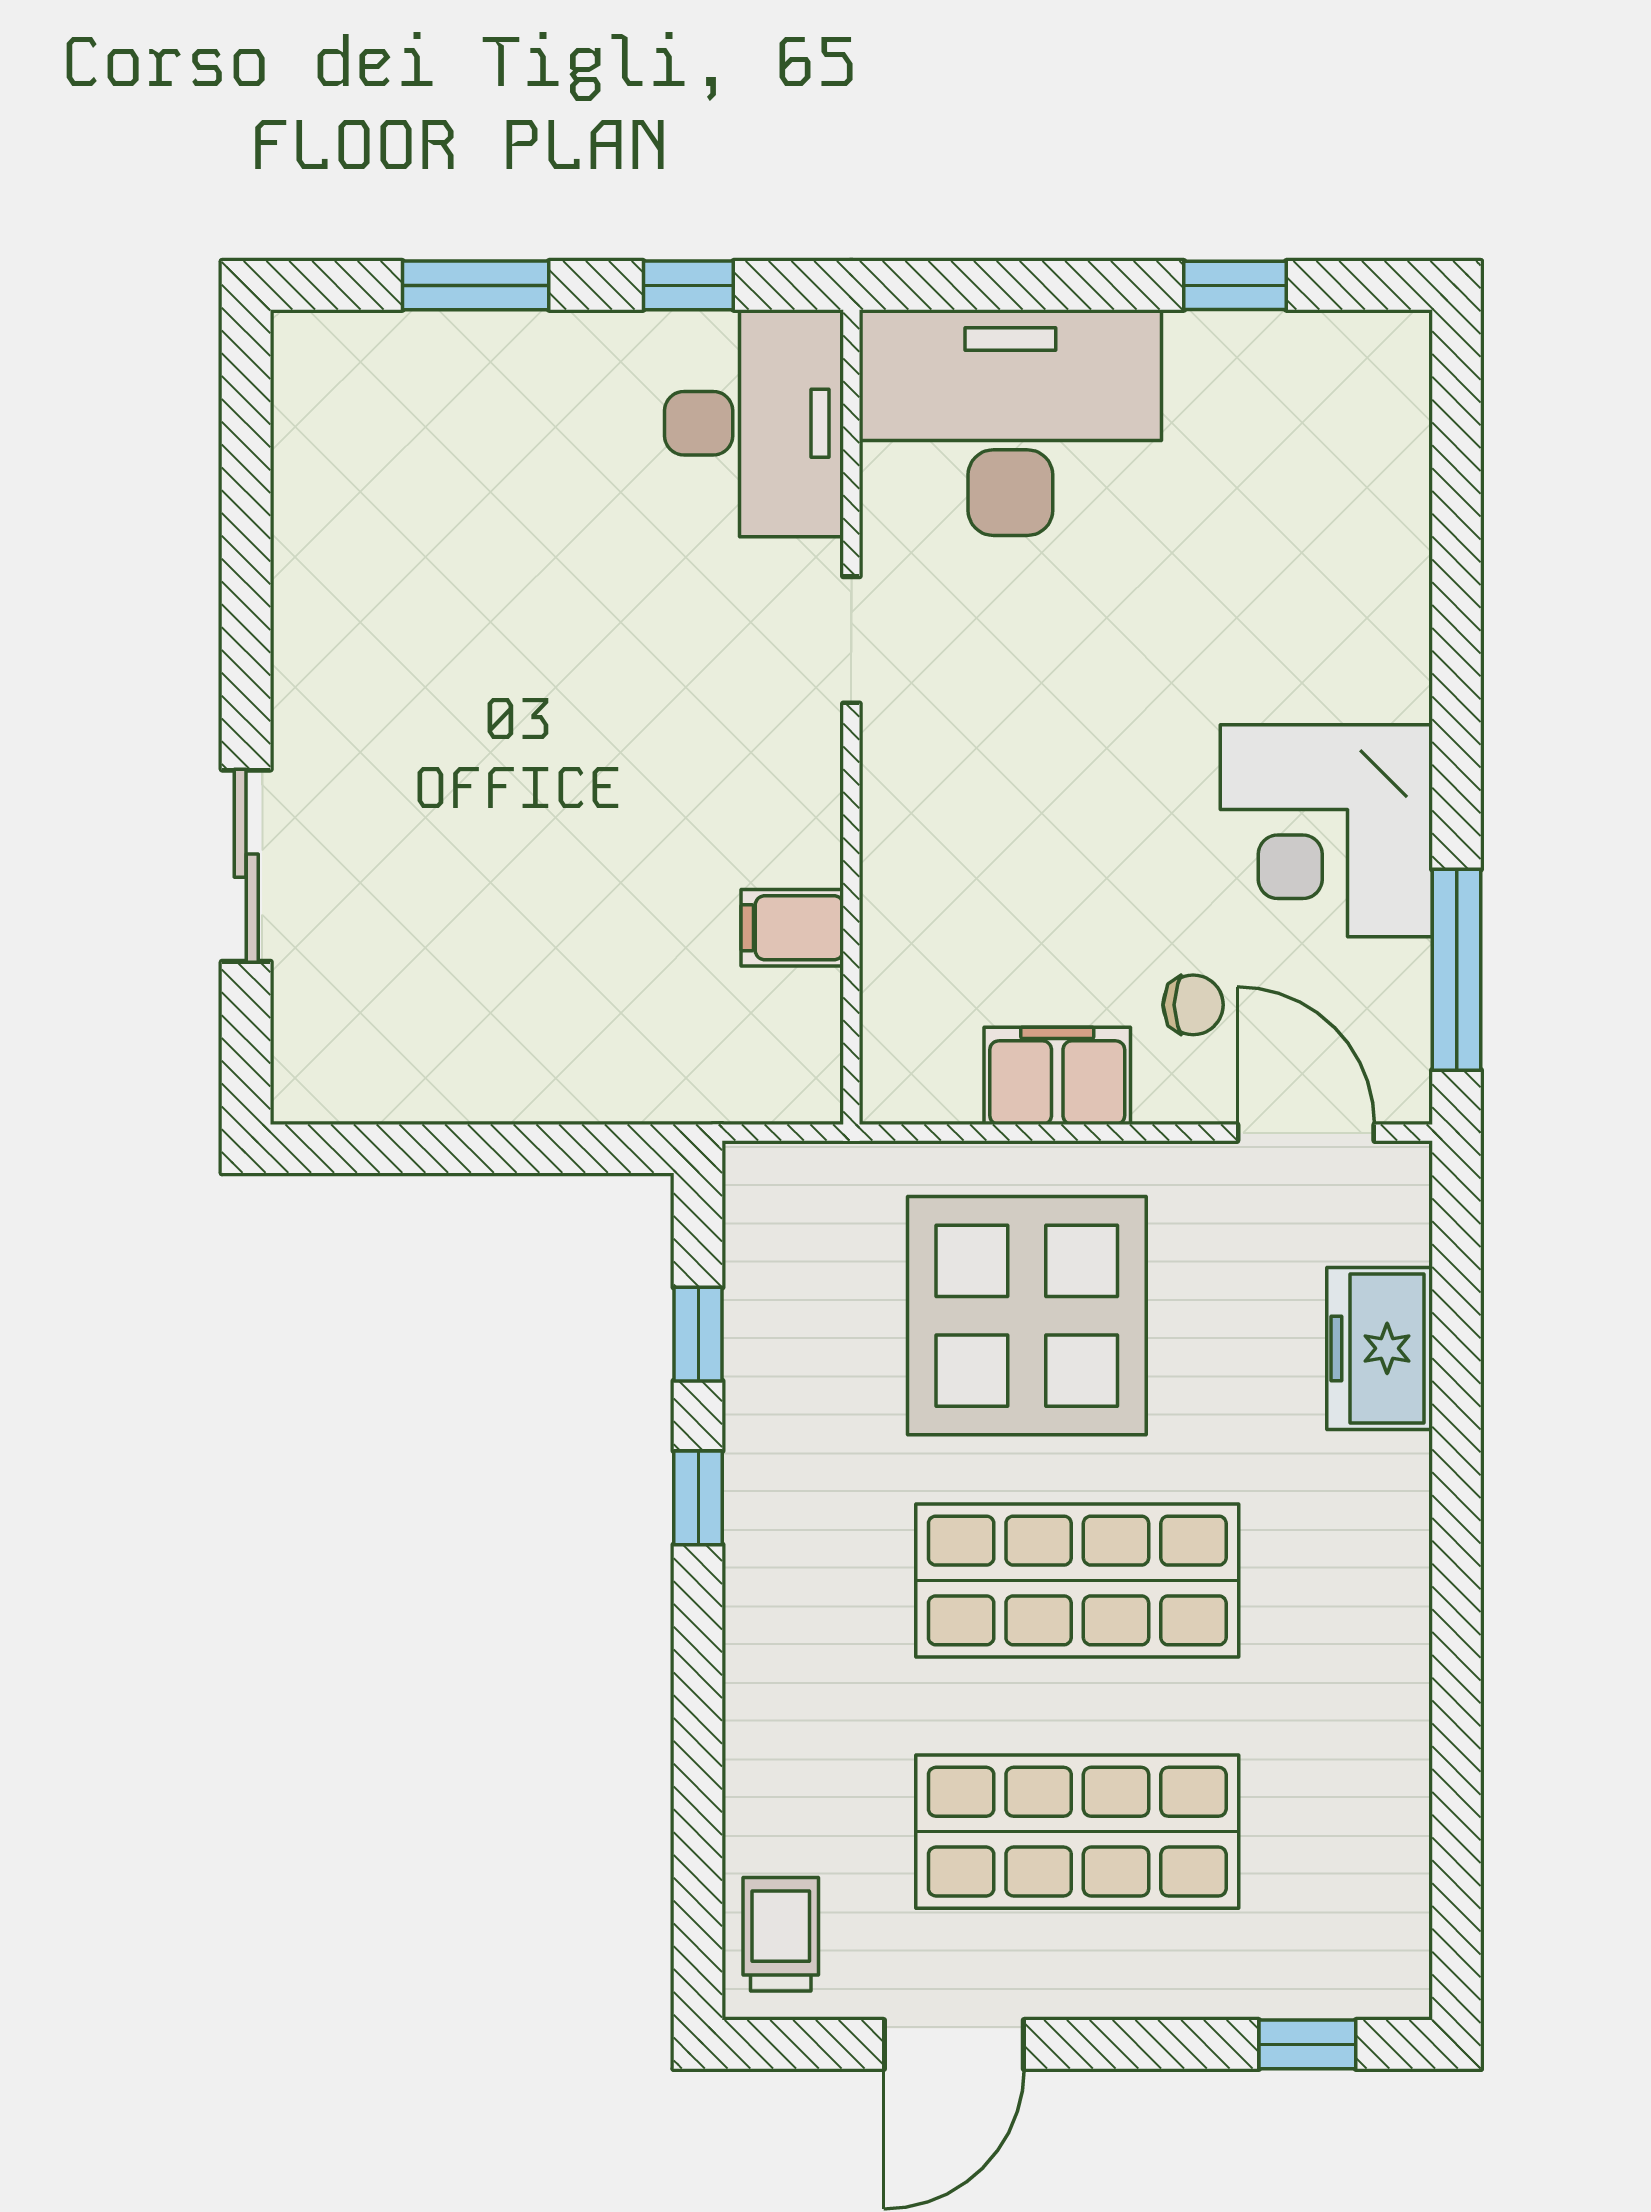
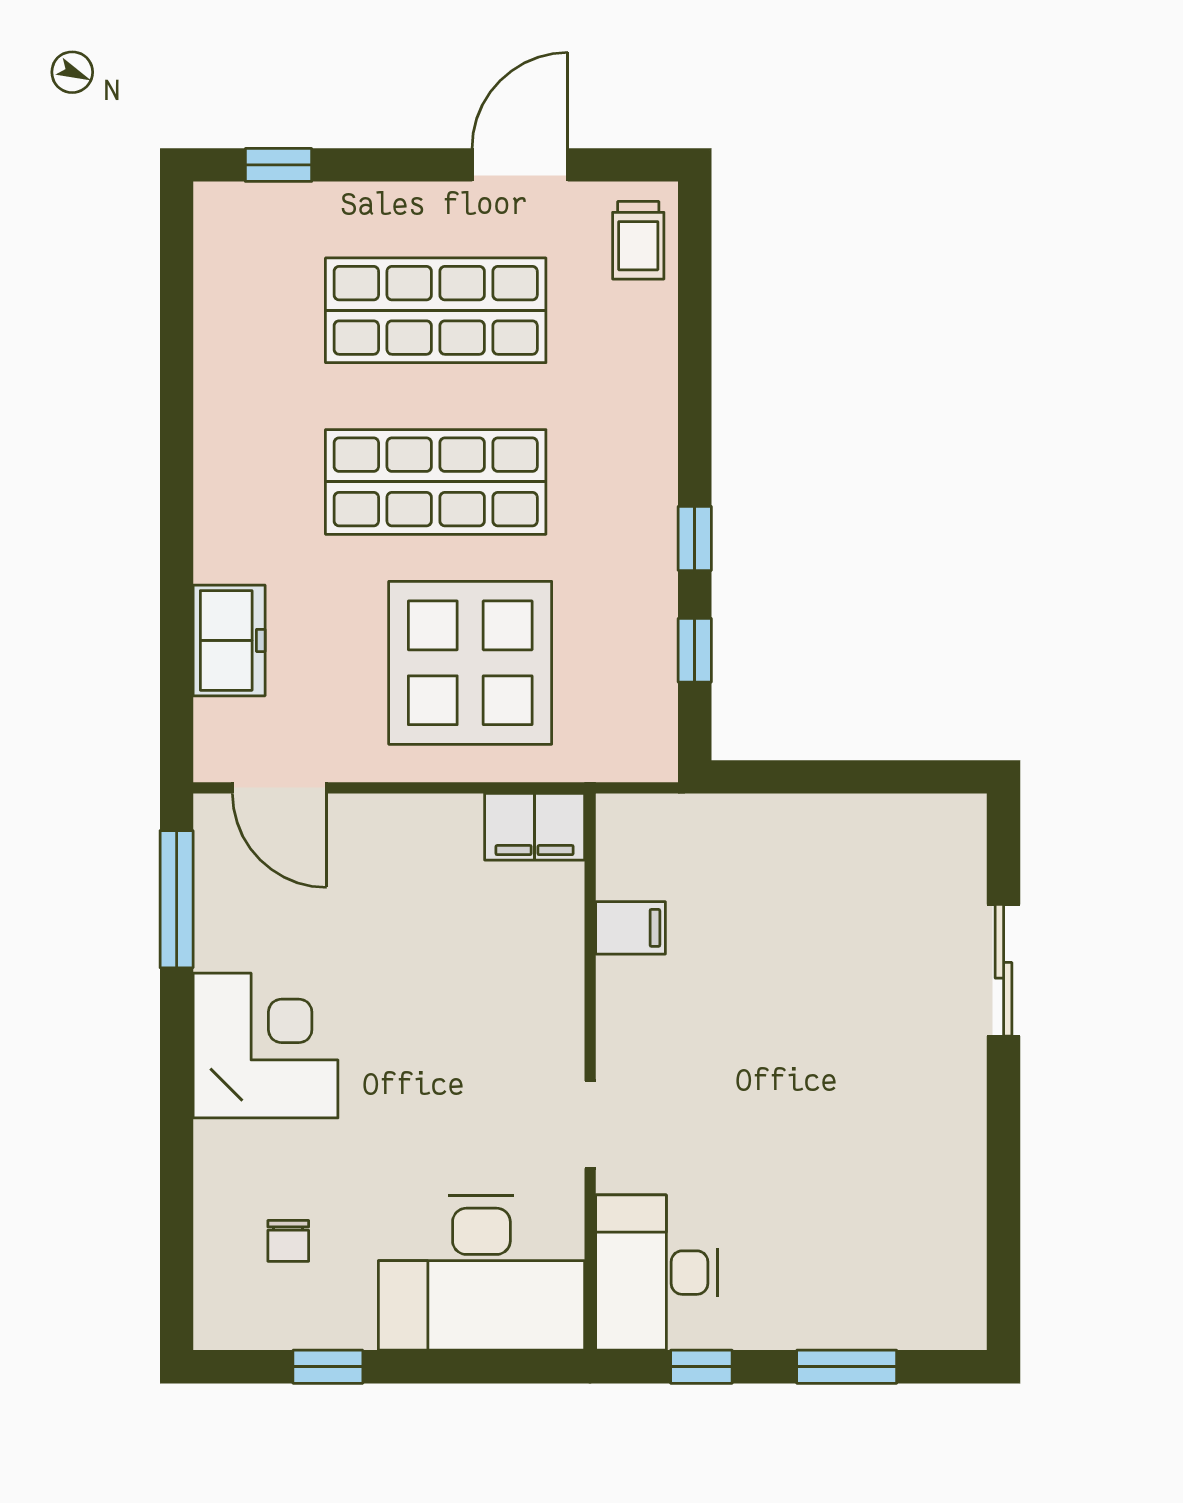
corner desk: (1326, 831) -> (266, 1046), moved
chair: (1193, 1005) -> (288, 1241), moved, turned -90
filing cabinet: (1057, 1076) -> (535, 827), moved

